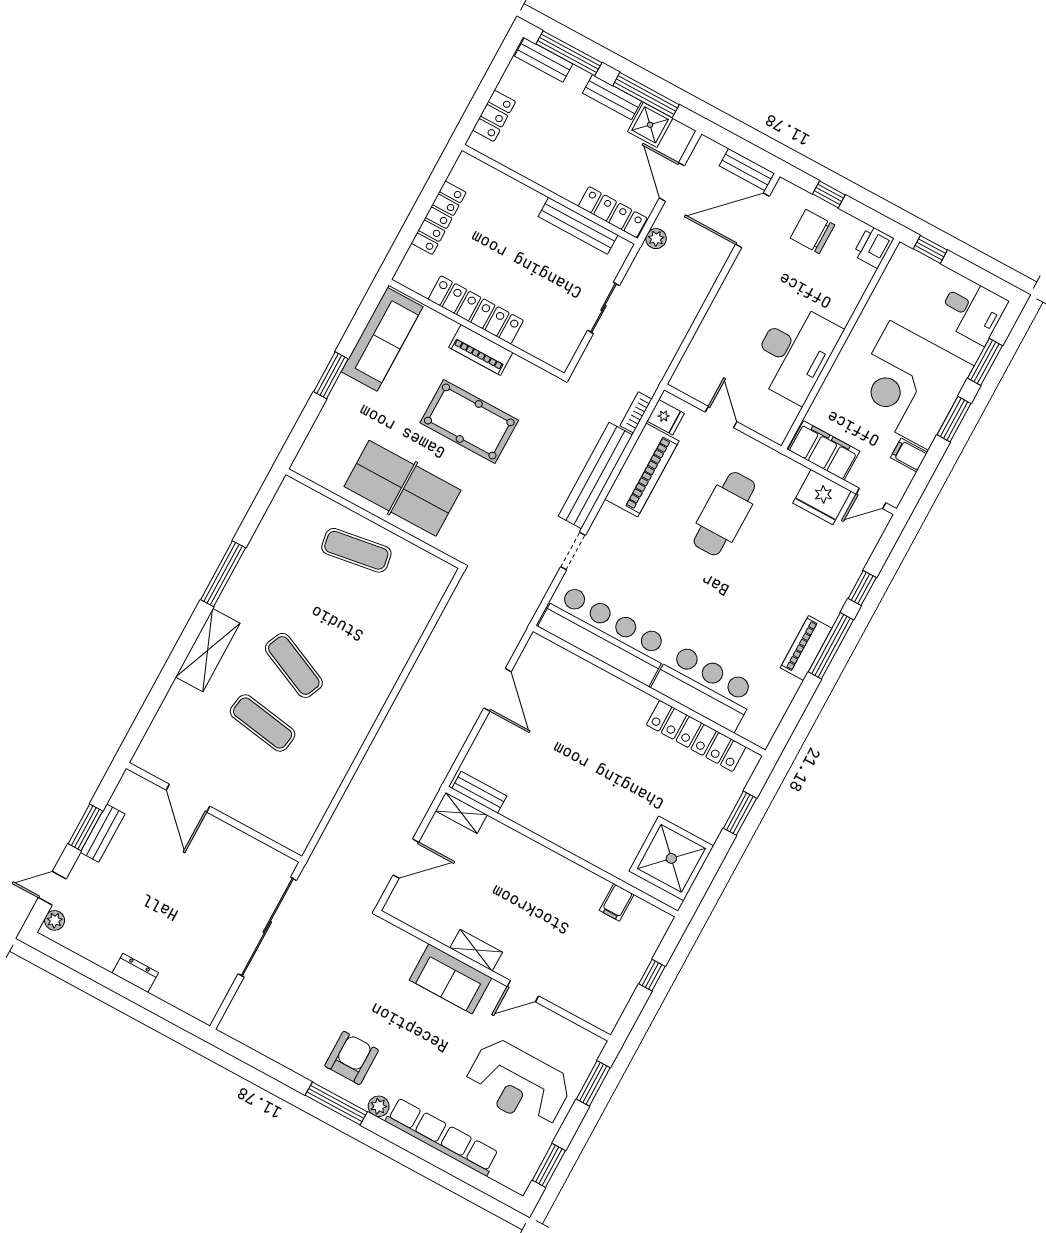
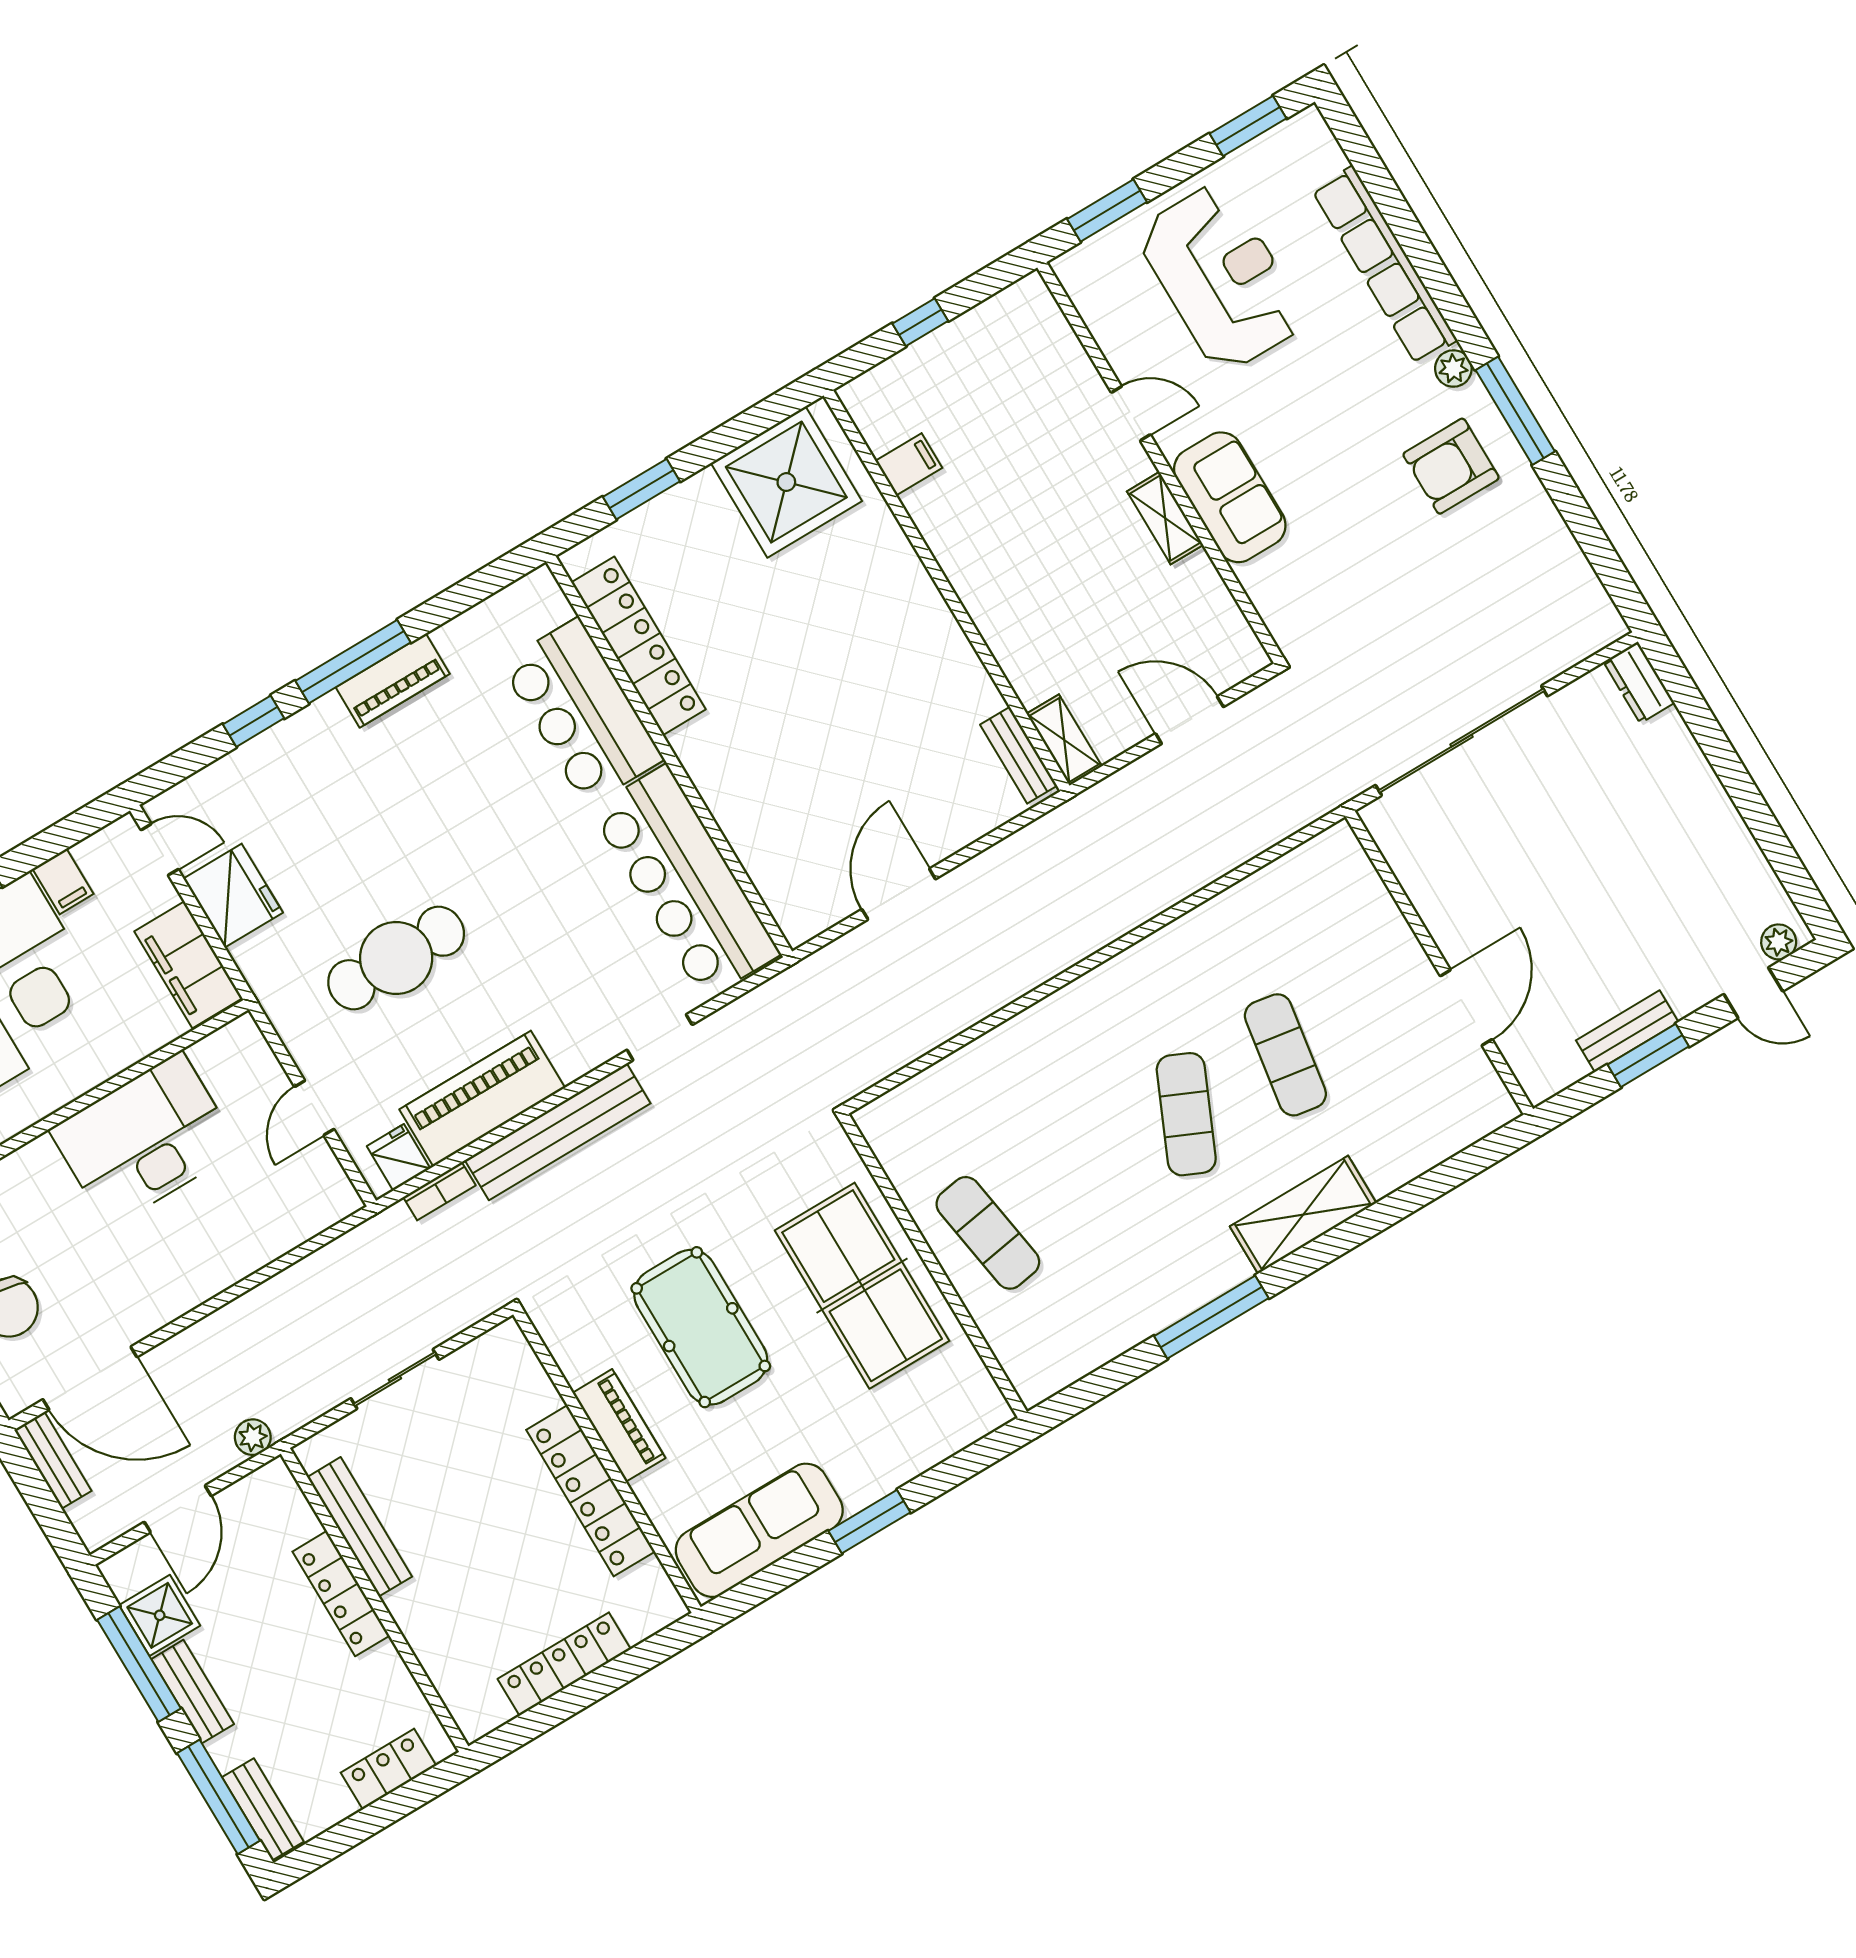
locker: (613, 212) -> (341, 1594), moved
dresser: (135, 973) -> (1639, 682), moved

